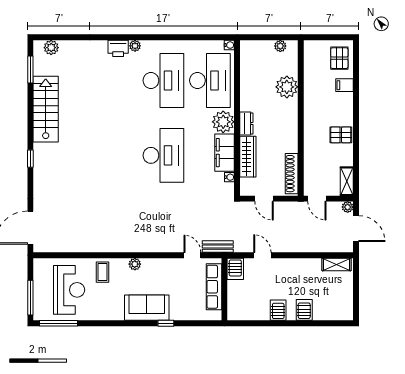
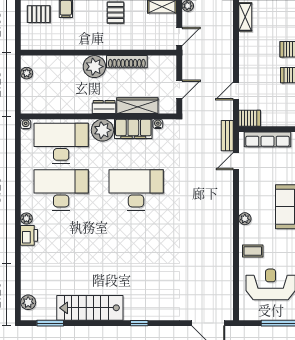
plant: (287, 87) -> (94, 67), moved
shoe rack: (292, 174) -> (127, 62), moved

